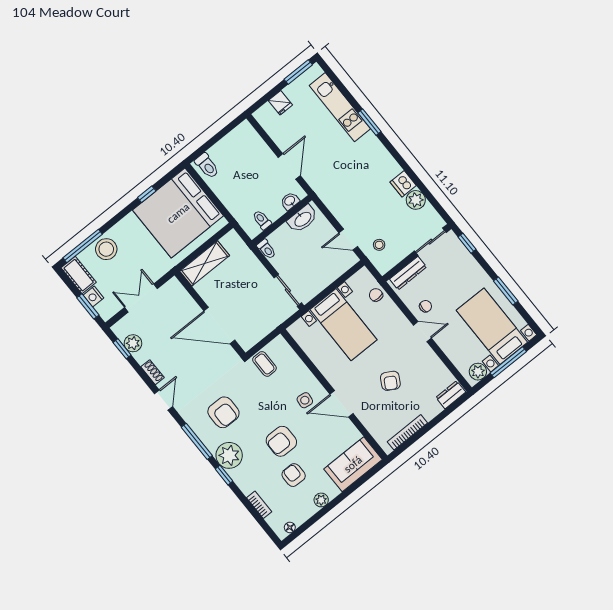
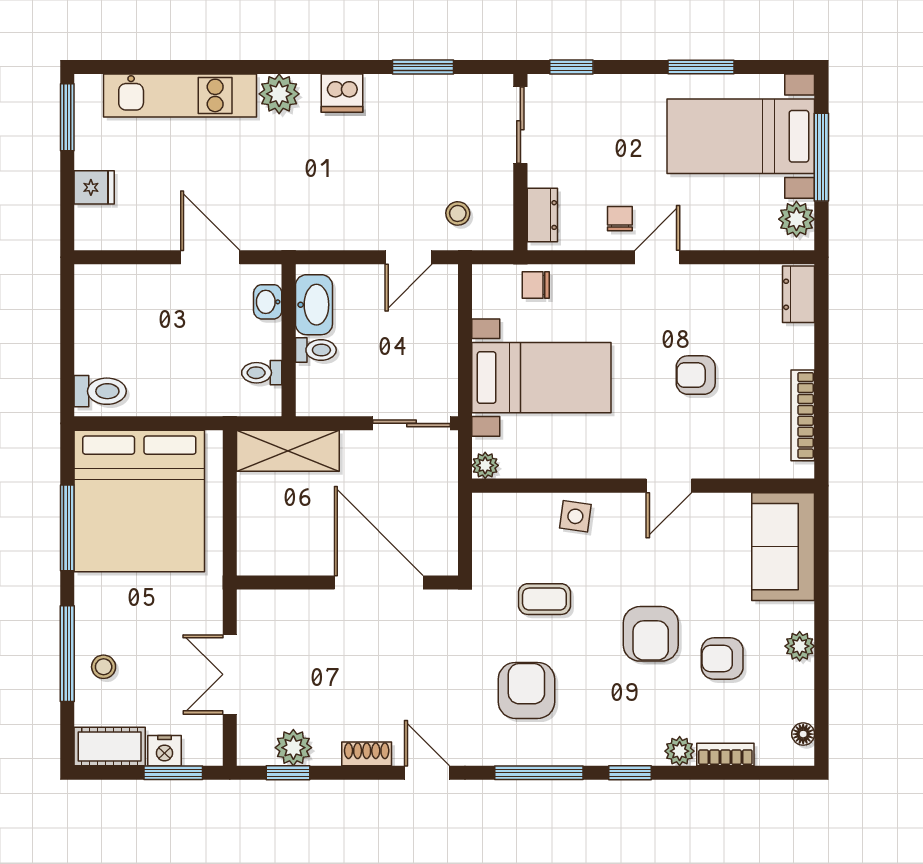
window: (369, 122) -> (423, 67), moved
dishwasher: (403, 184) -> (342, 93), moved
window: (147, 194) -> (67, 528), width x2.17
plant: (416, 200) -> (279, 94), moved
window: (83, 246) -> (67, 654), moved
stool: (106, 249) -> (104, 667), width x0.53, depth x0.53
toilet: (266, 249) -> (316, 350), moved
shelving: (205, 263) -> (288, 451), moved, turned 90
dresser: (408, 273) -> (542, 215), width x0.70
door: (219, 326) -> (379, 582), swing flipped
plant: (294, 330) -> (485, 465), added
coffee table: (264, 364) -> (544, 599), moved
armchair: (390, 381) -> (696, 375), turned 150
side table: (305, 400) -> (575, 516), moved
door: (342, 404) -> (669, 486), width x0.73
armchair: (223, 412) -> (526, 690), turned -90
plant: (229, 455) -> (680, 751), moved, width x0.53, depth x0.53

